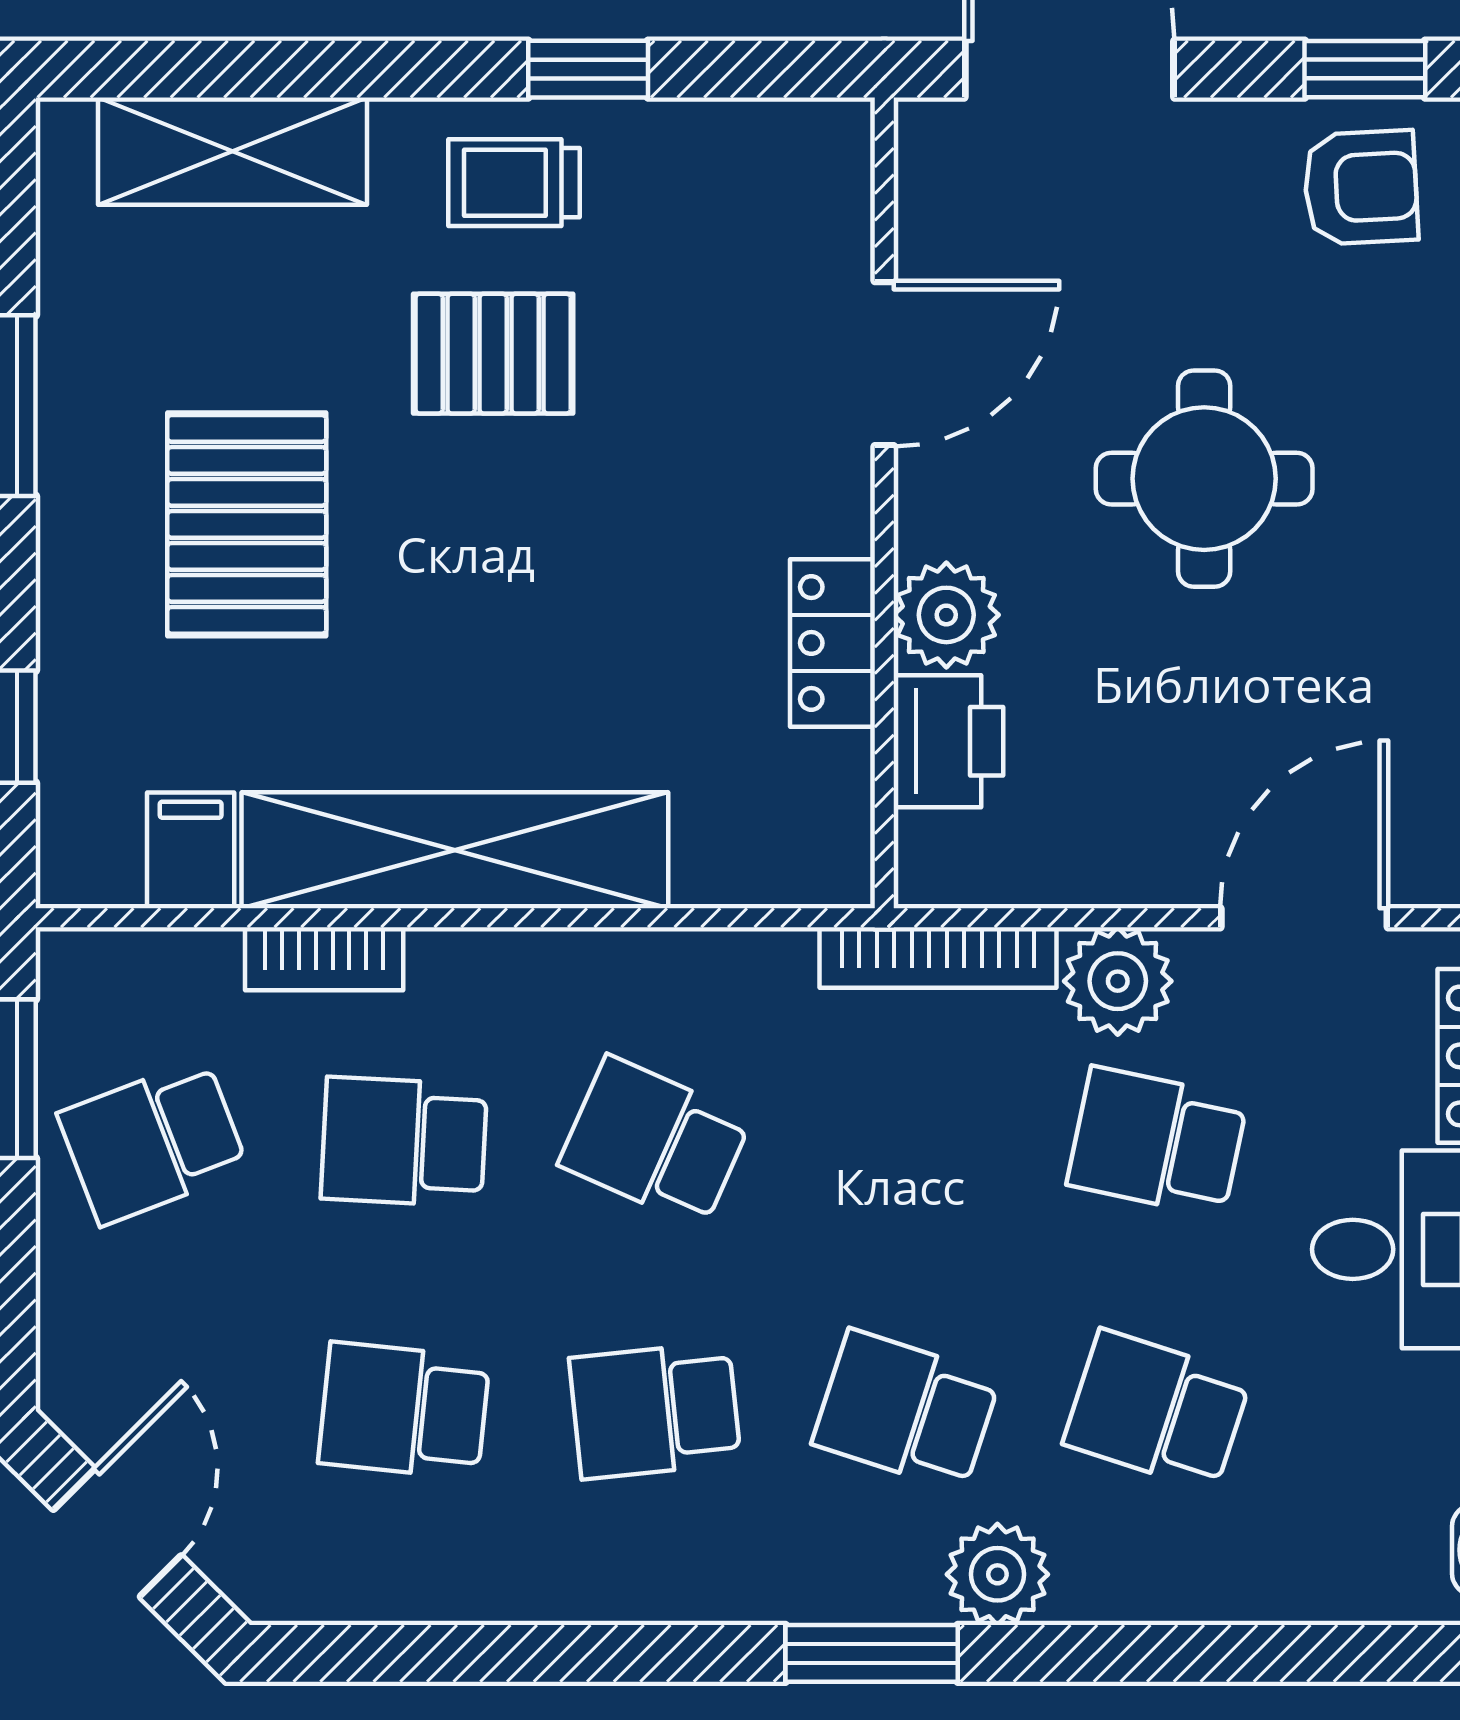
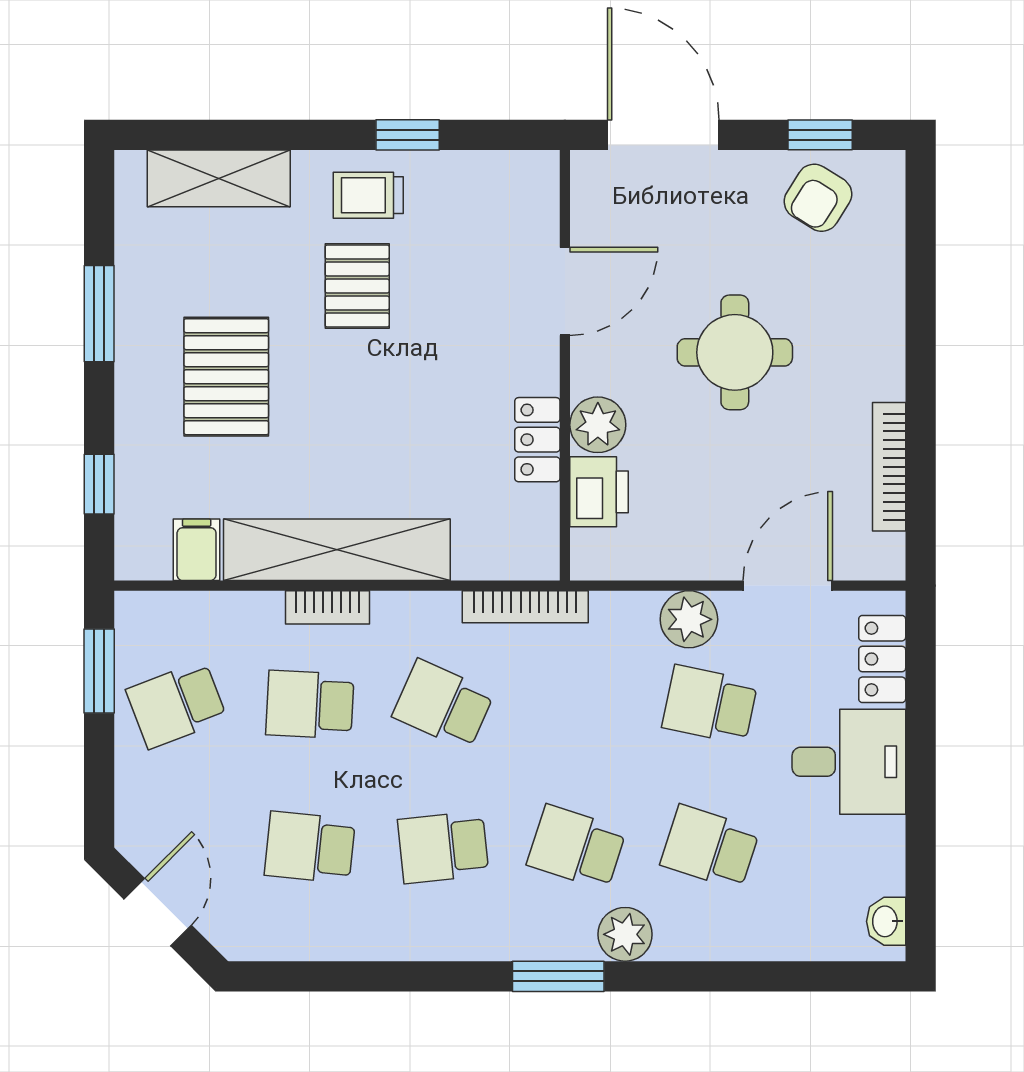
armchair: (1361, 188) -> (818, 198), turned 125
pallet: (493, 354) -> (357, 286), turned 90
bookcase: (938, 957) -> (525, 607), moved
bookcase: (324, 959) -> (328, 607), moved

